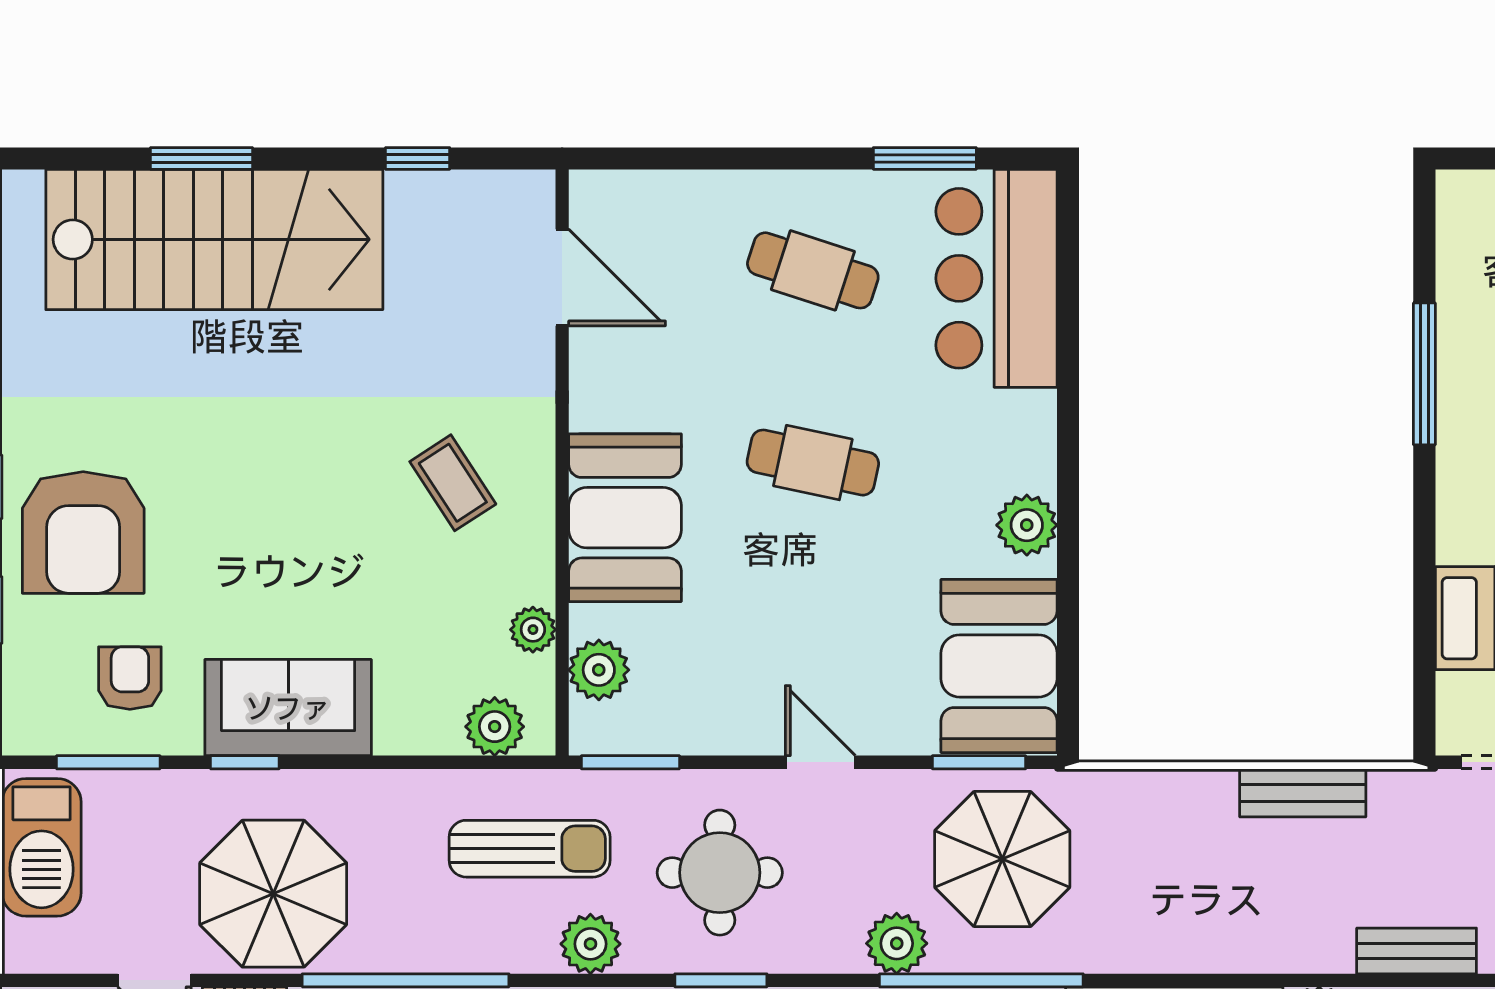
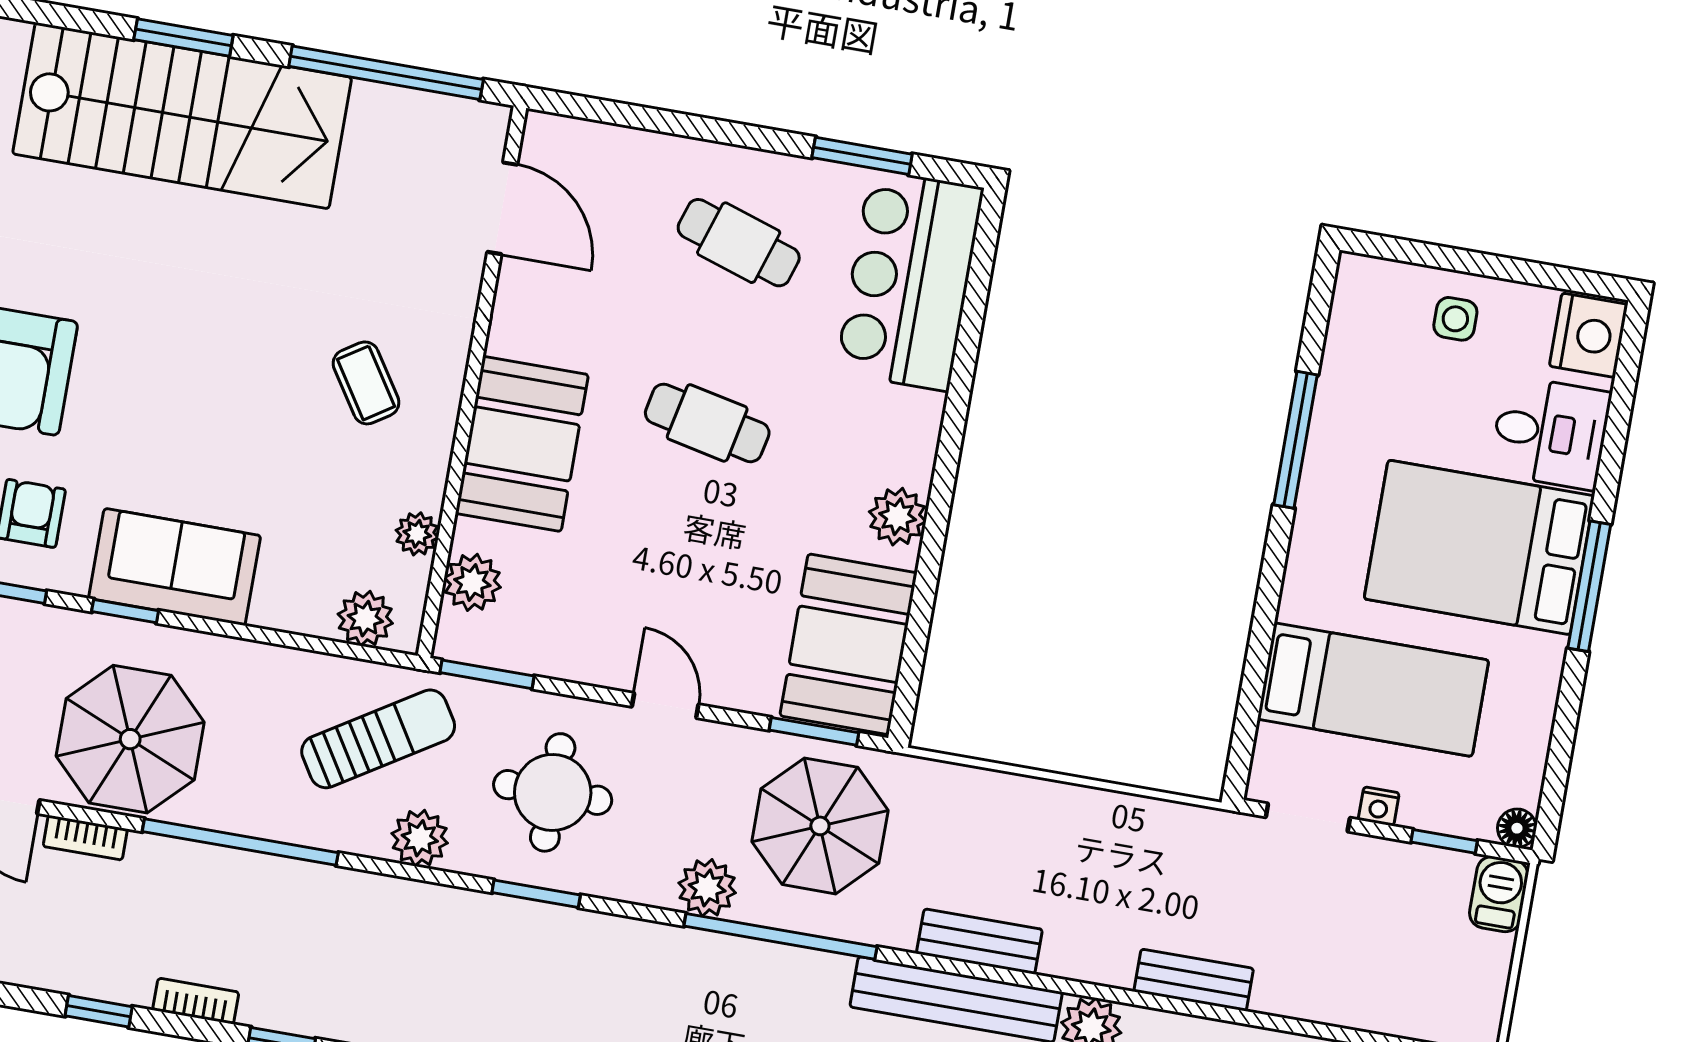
window: (418, 158) -> (386, 73), width x3.17
bench: (1303, 793) -> (979, 941), moved
sun lounger: (530, 849) -> (378, 739), turned -32

